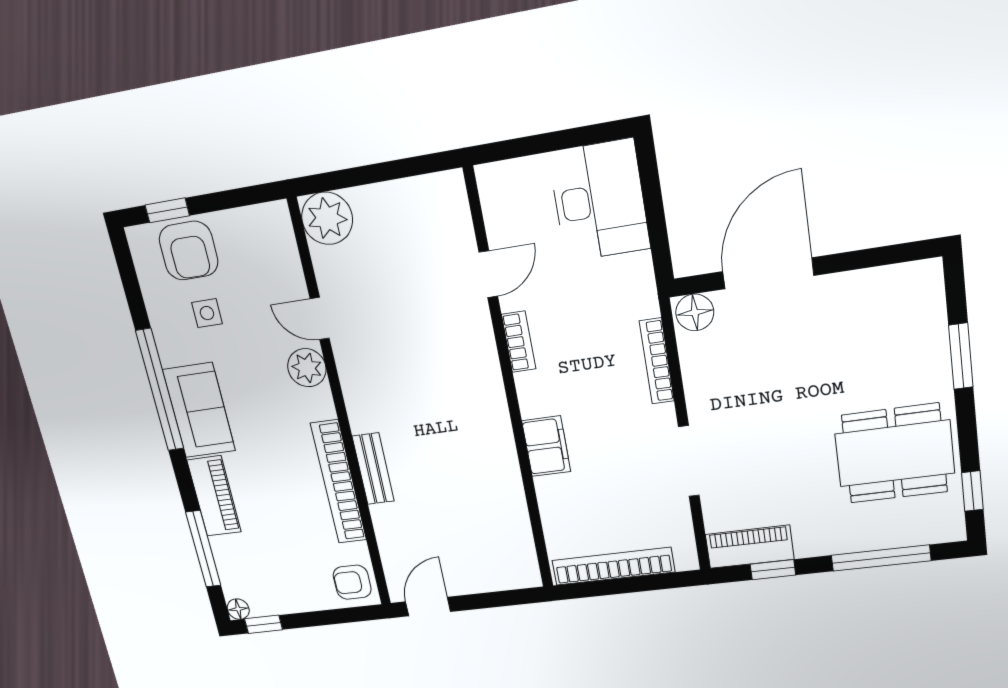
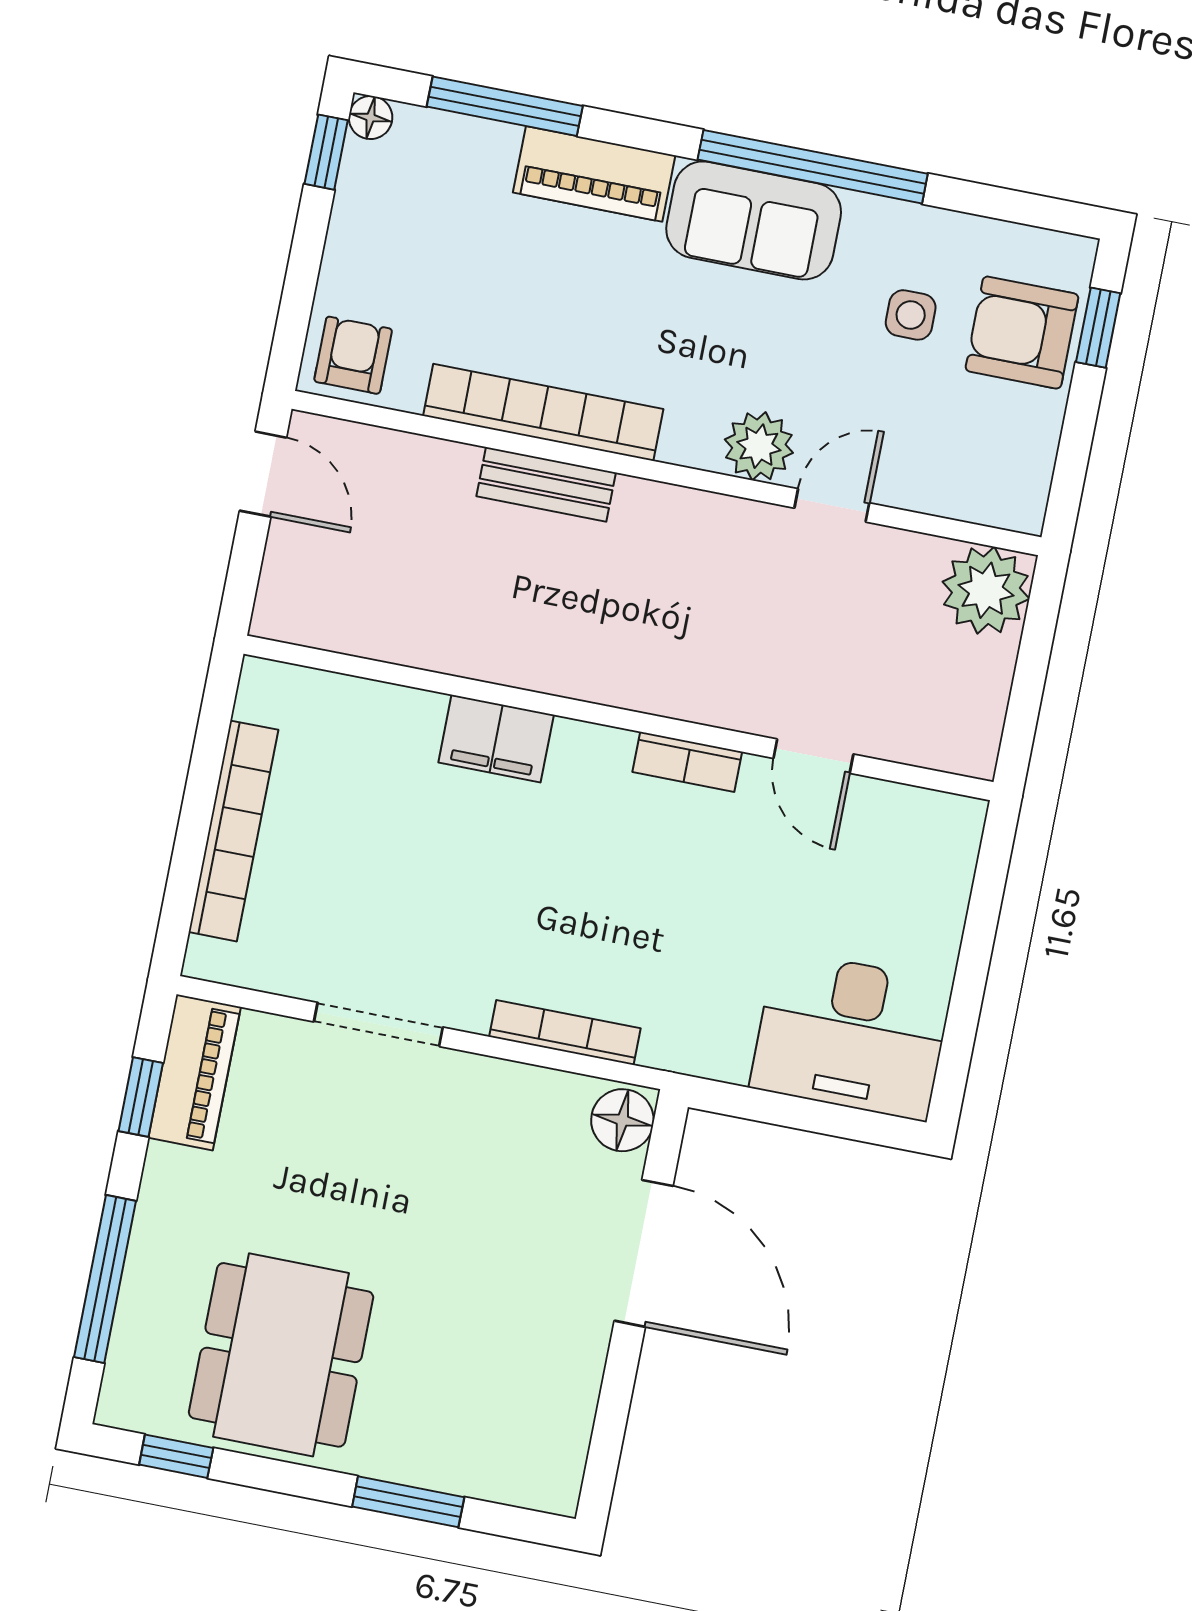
door: (488, 274) -> (813, 756), moved
bookcase: (519, 342) -> (687, 762), moved
wall: (510, 386) -> (618, 718), moved
filing cabinet: (546, 446) -> (496, 739), moved

